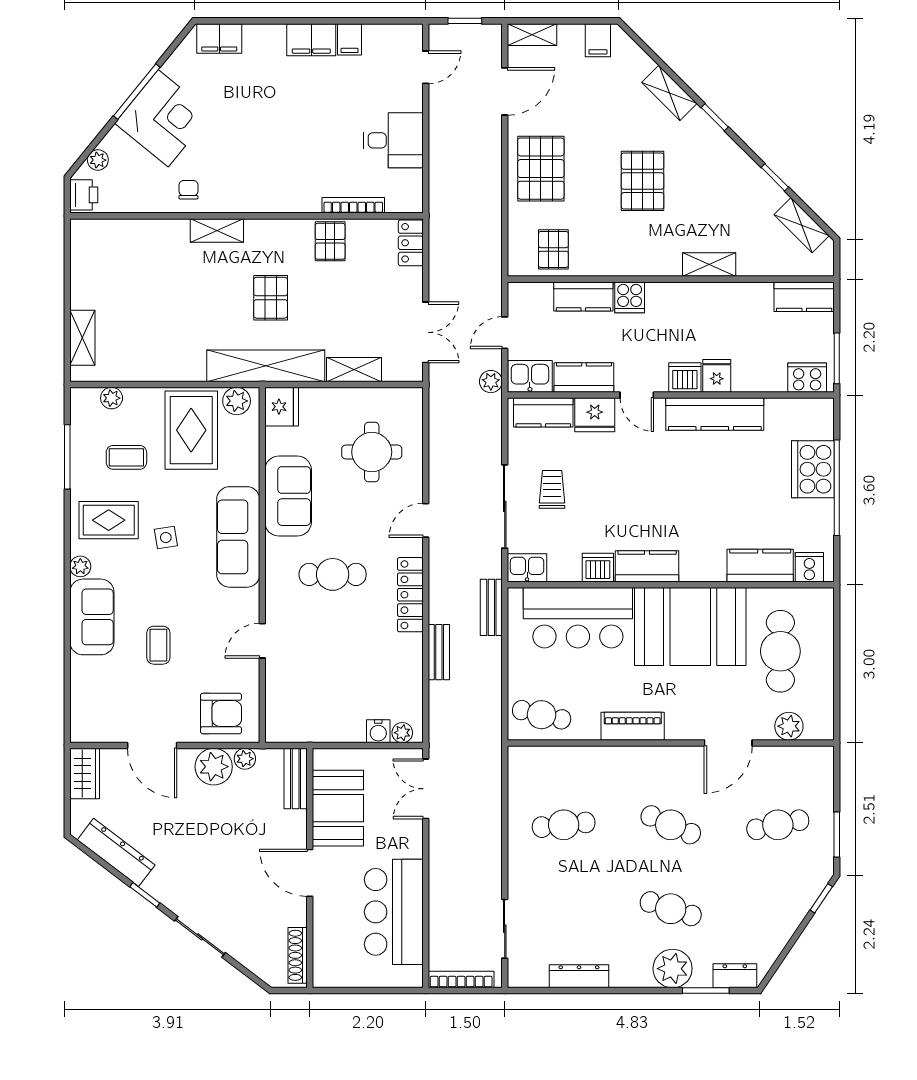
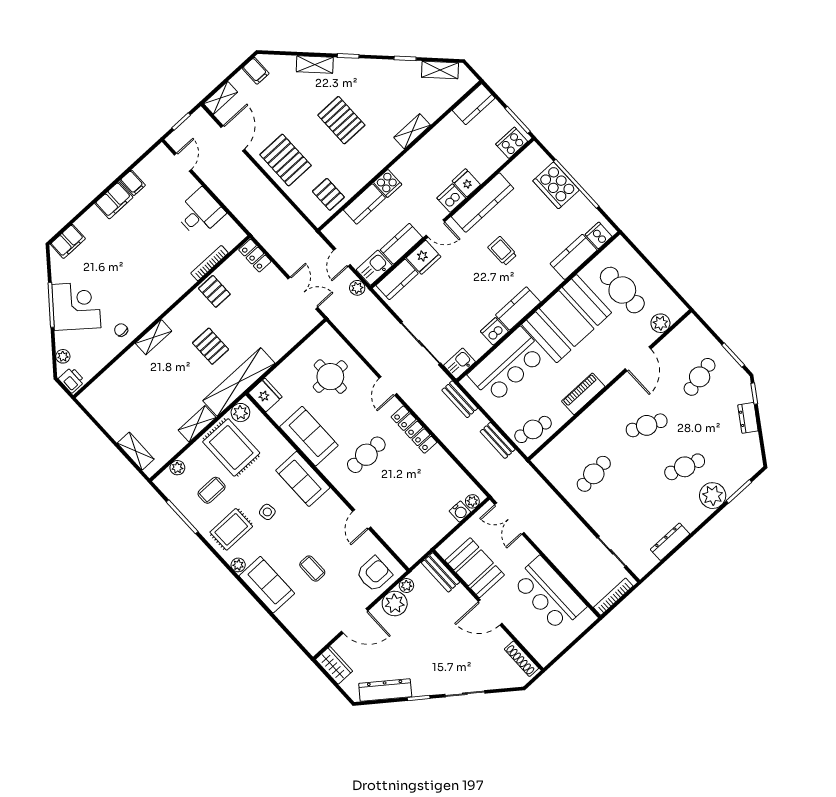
shelving: (354, 370) -> (197, 424), moved
trolley: (552, 489) -> (502, 251), moved
sofa: (238, 537) -> (303, 479), width x0.73
bench: (439, 652) -> (498, 440), moved
dresser: (735, 976) -> (748, 418), moved, turned -56

